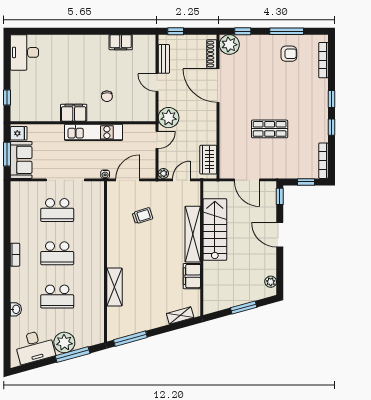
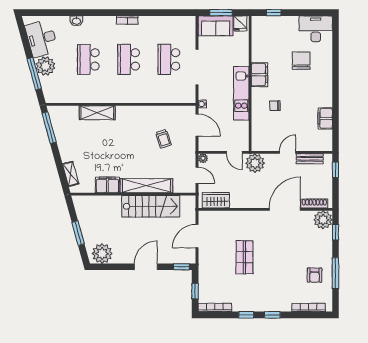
chair: (59, 68) -> (301, 61), added
plant: (271, 282) -> (102, 254), width x1.87, depth x1.87

